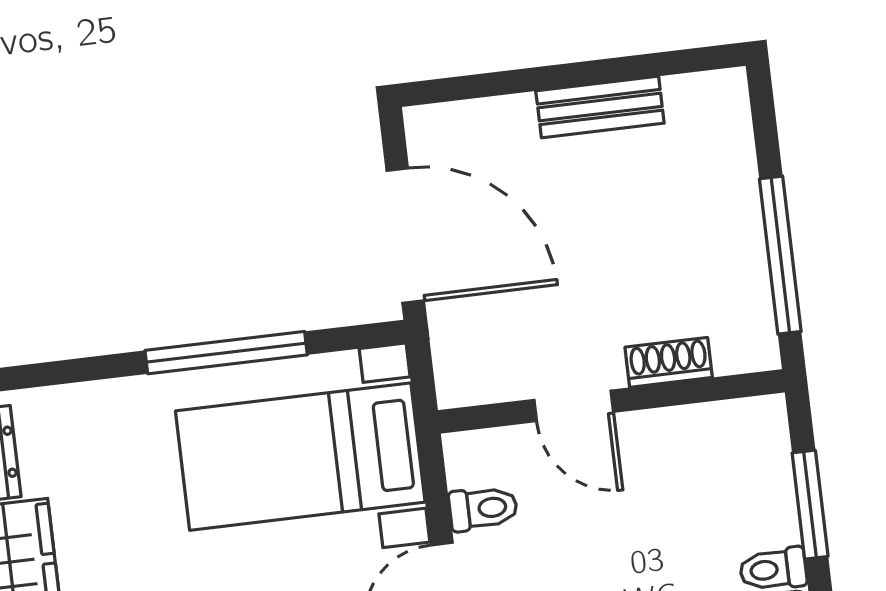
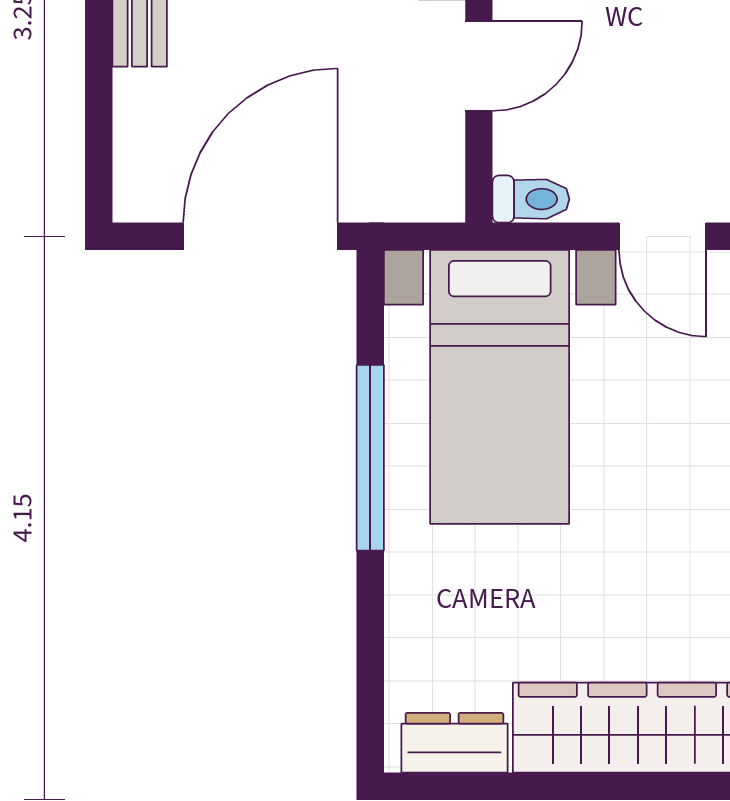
toilet: (483, 508) -> (531, 199), moved, turned 90

